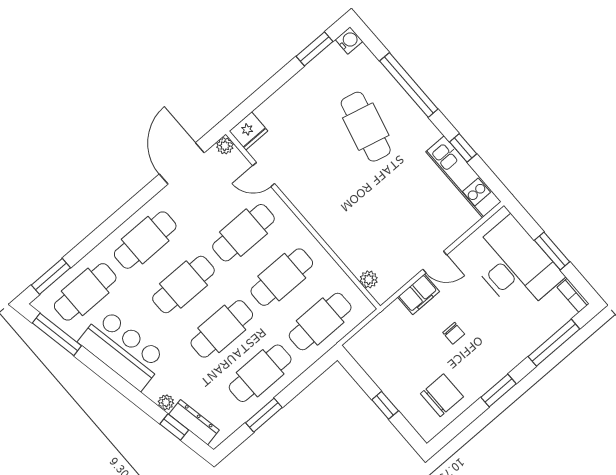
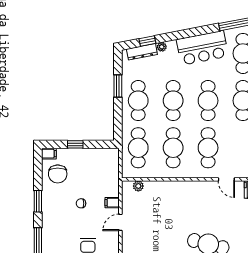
door: (264, 175) -> (226, 179), swing flipped
filing cabinet: (419, 294) -> (112, 203), width x0.50
filing cabinet: (426, 429) -> (49, 154), added

